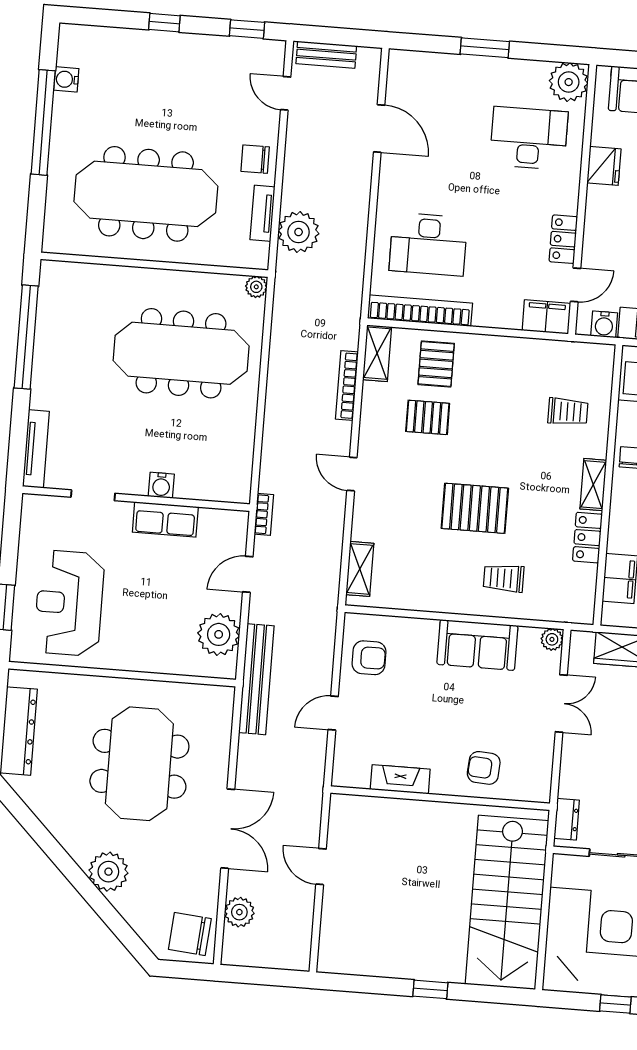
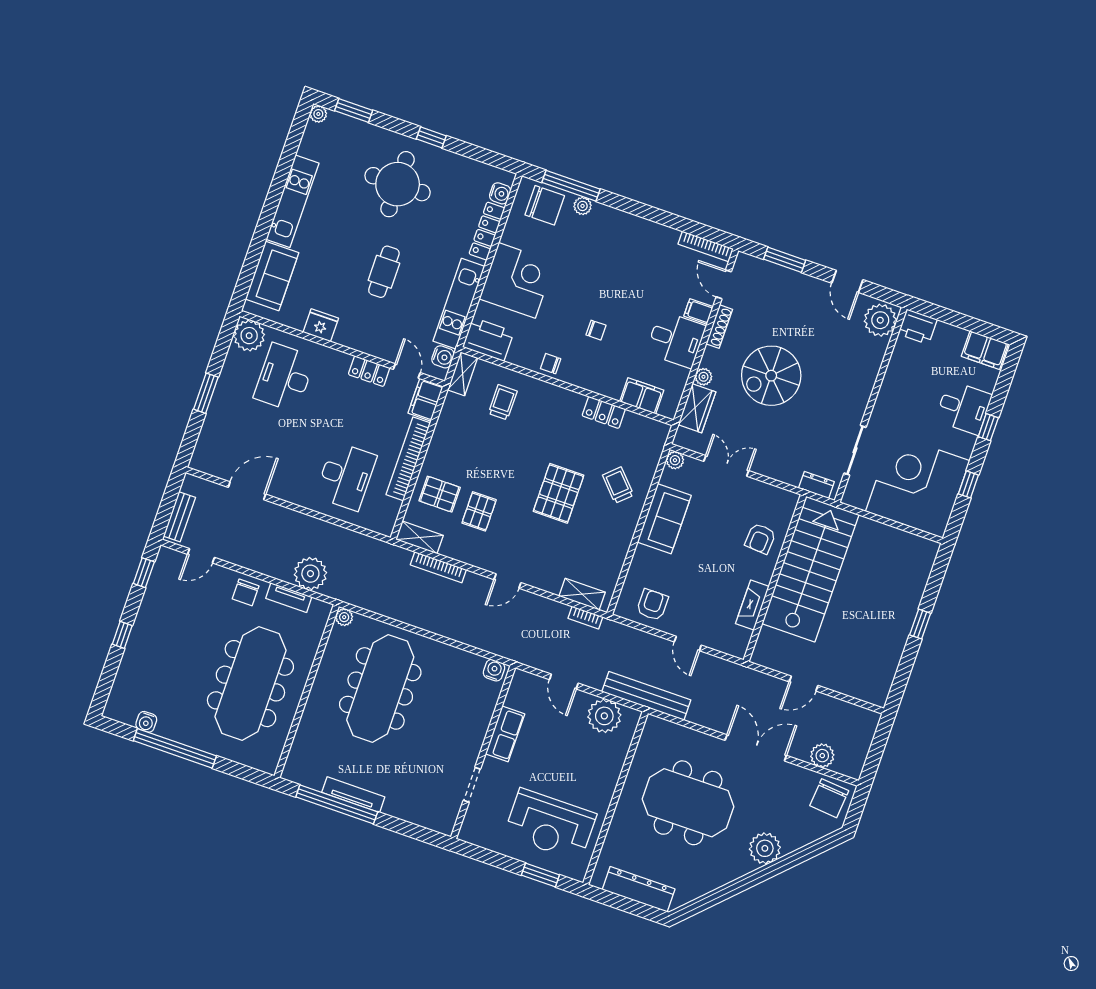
bookcase: (420, 311) -> (408, 459), moved
tv unit: (36, 449) -> (353, 795), moved
water cooler: (161, 485) -> (494, 670), moved, turned -90
shelving: (593, 485) -> (463, 374), moved, turned 90
bookcase: (264, 514) -> (585, 618), moved, turned 180
trolley: (504, 578) -> (618, 485), turned 137
stairs: (507, 902) -> (810, 569), moved, turned -90

